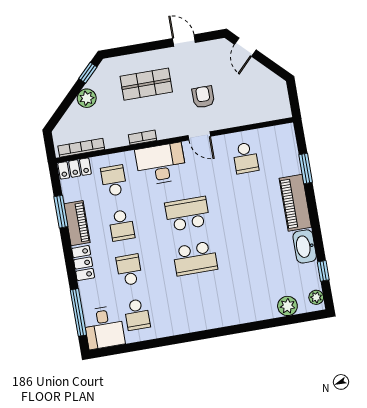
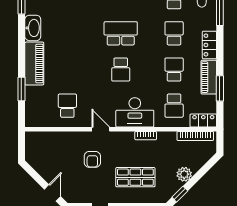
school desk: (187, 214) -> (121, 69), width x0.54
school desk: (129, 270) -> (174, 33), turned 180

